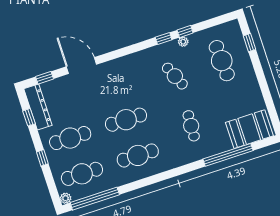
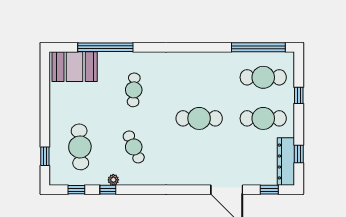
window: (164, 39) -> (76, 190), moved
cafe table: (138, 155) -> (199, 77), removed
window: (42, 158) -> (299, 95), moved
plant: (66, 198) -> (288, 58), removed

